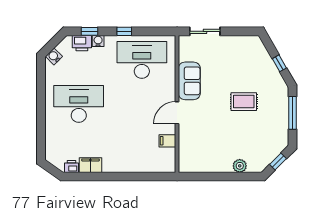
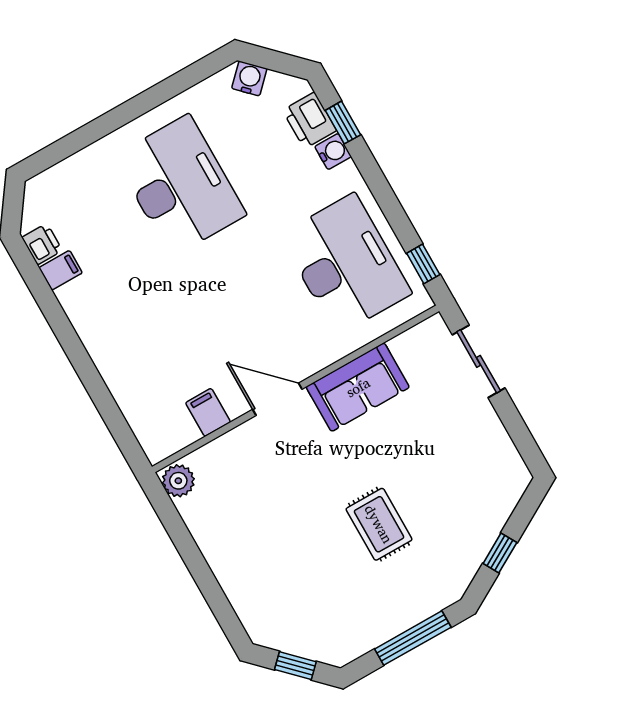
window: (124, 31) -> (423, 264), moved
filing cabinet: (90, 165) -> (61, 270), width x0.50
plant: (240, 166) -> (178, 481), moved

